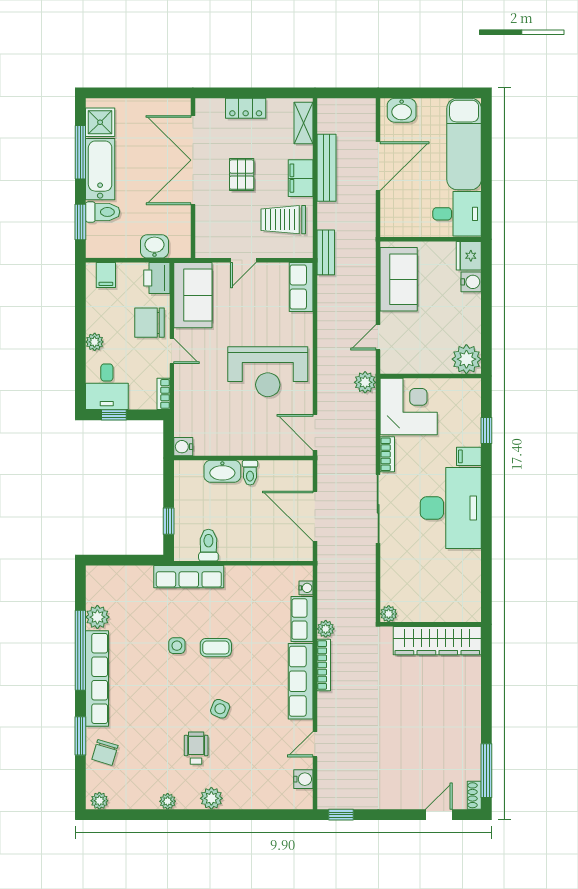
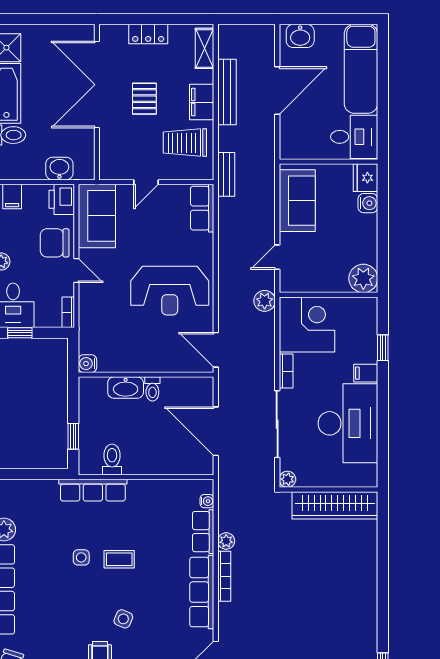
plant: (389, 614) -> (287, 479), moved
wall: (431, 624) -> (328, 489), moved
wardrobe: (437, 641) -> (335, 505), moved

